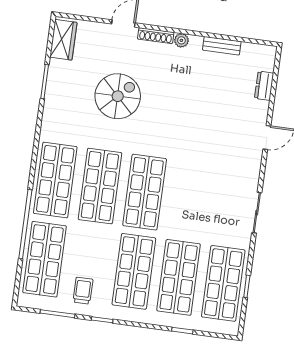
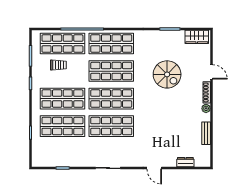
shop shelf: (223, 283) -> (111, 126), moved
trolley: (83, 291) -> (58, 65), moved

